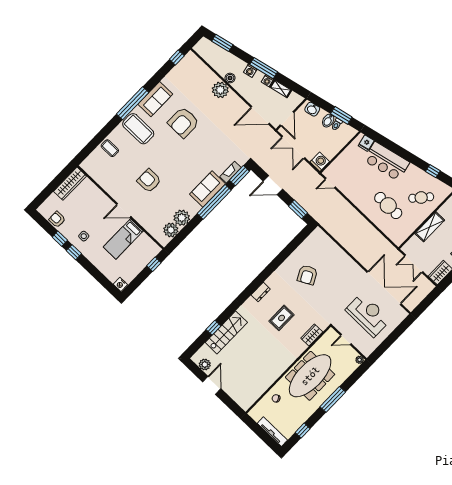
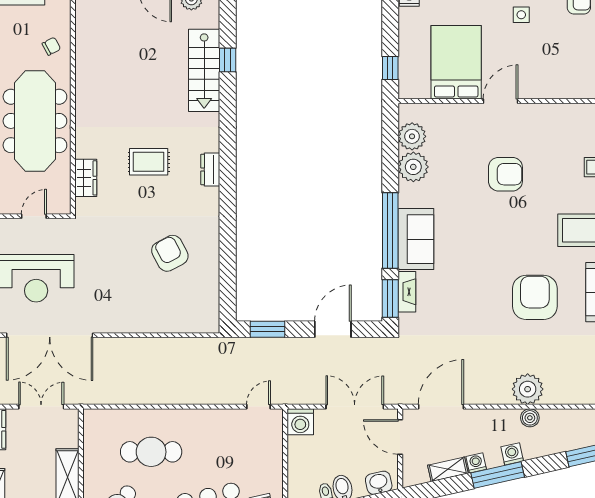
bed: (123, 239) -> (456, 62), width x1.50
rug: (282, 318) -> (149, 162), turned 90

